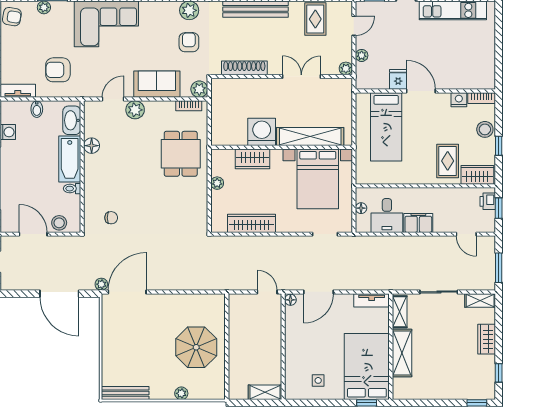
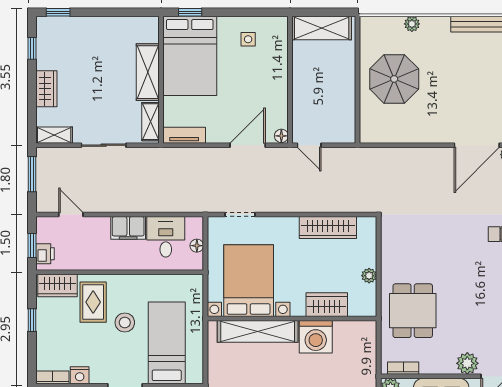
stool: (485, 129) -> (125, 323), moved
shelving: (265, 392) -> (322, 28), width x1.50, depth x1.33

